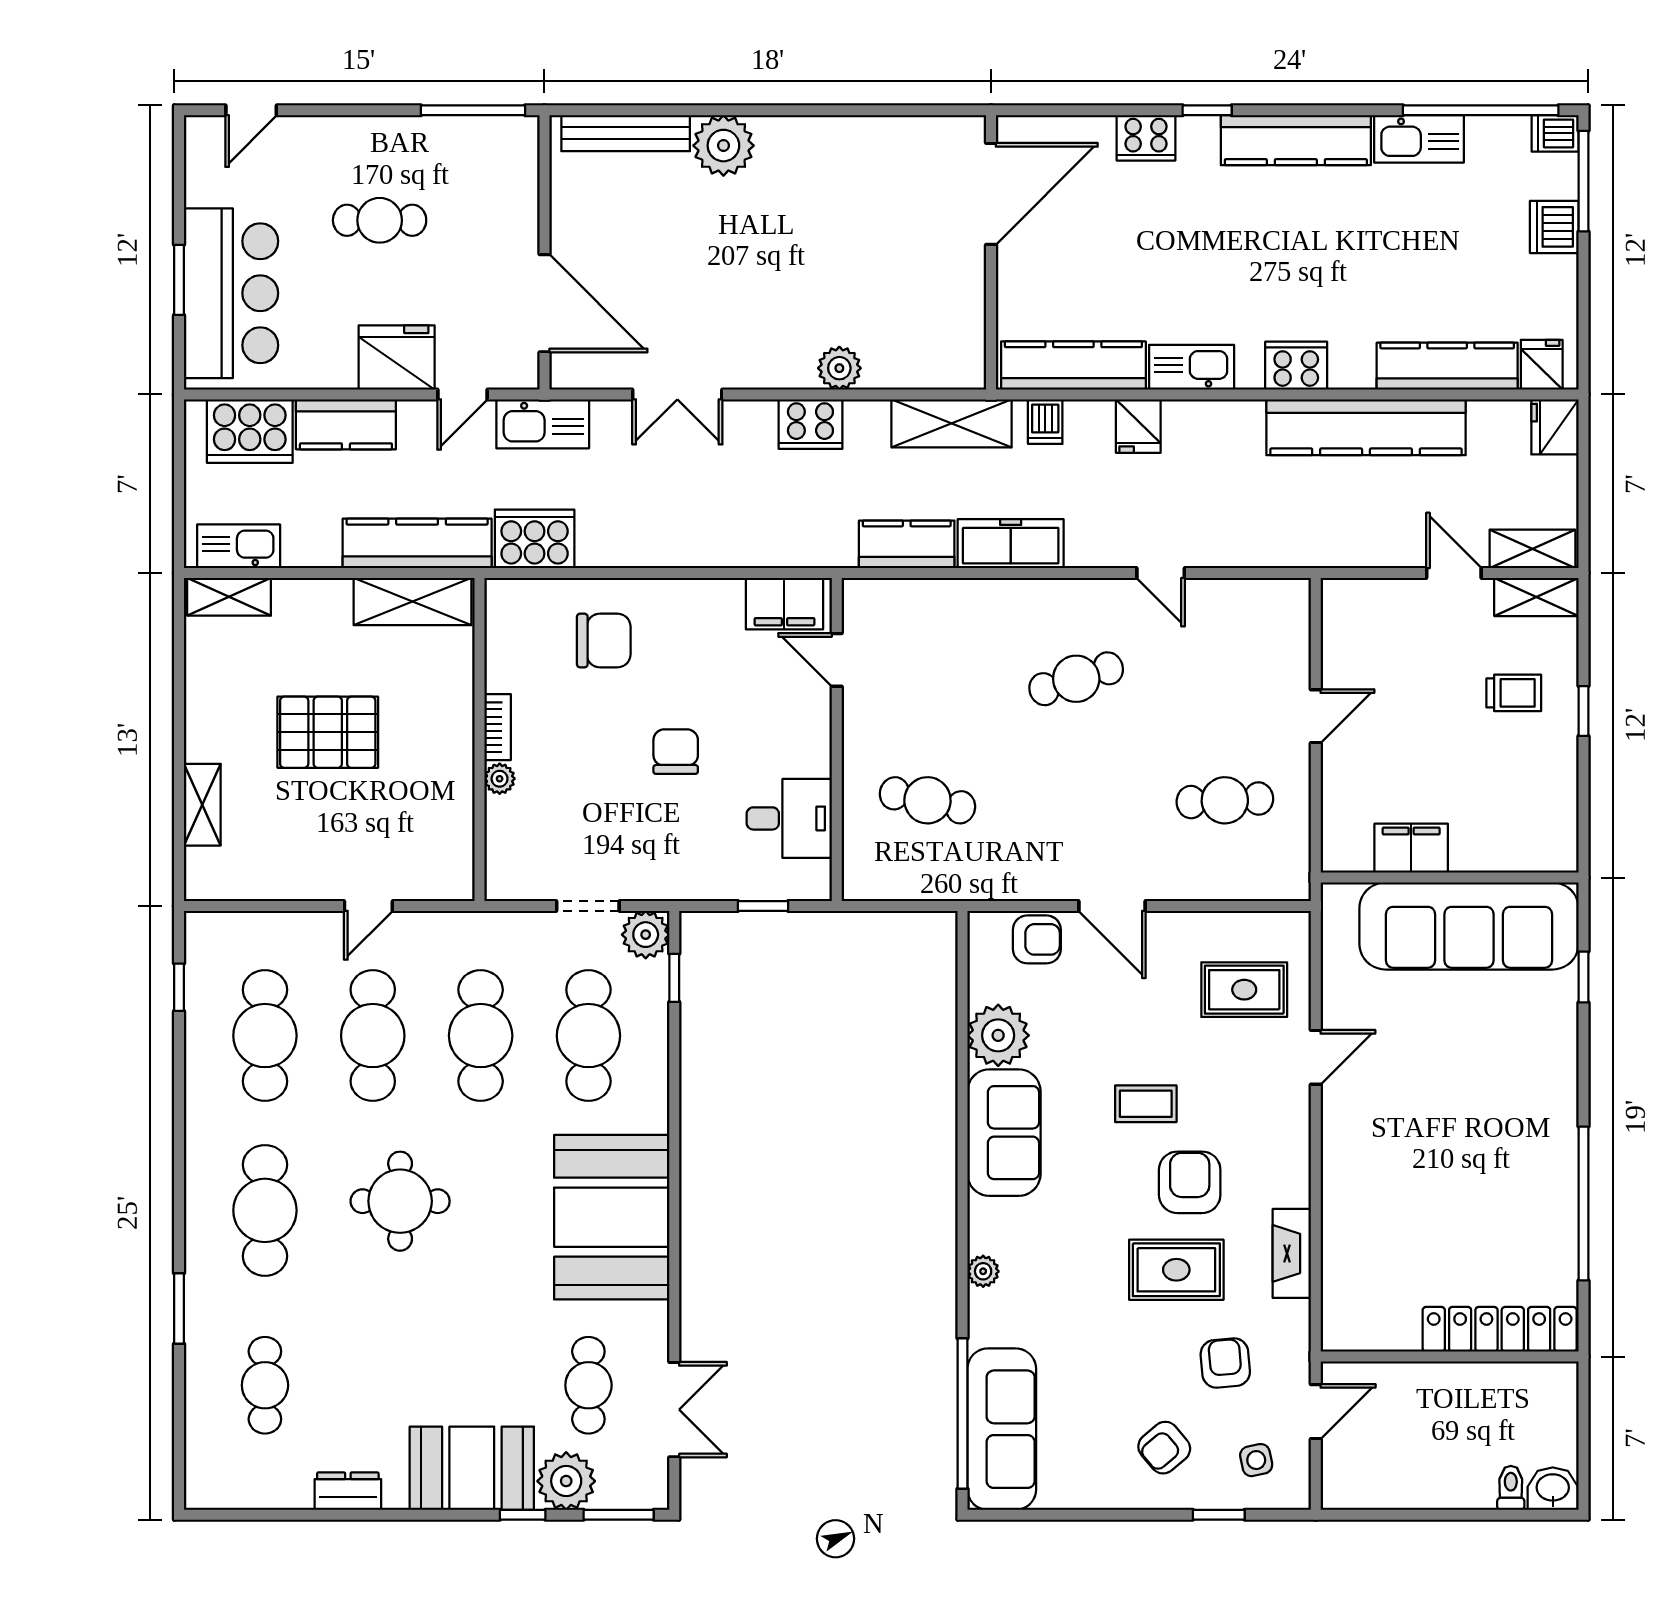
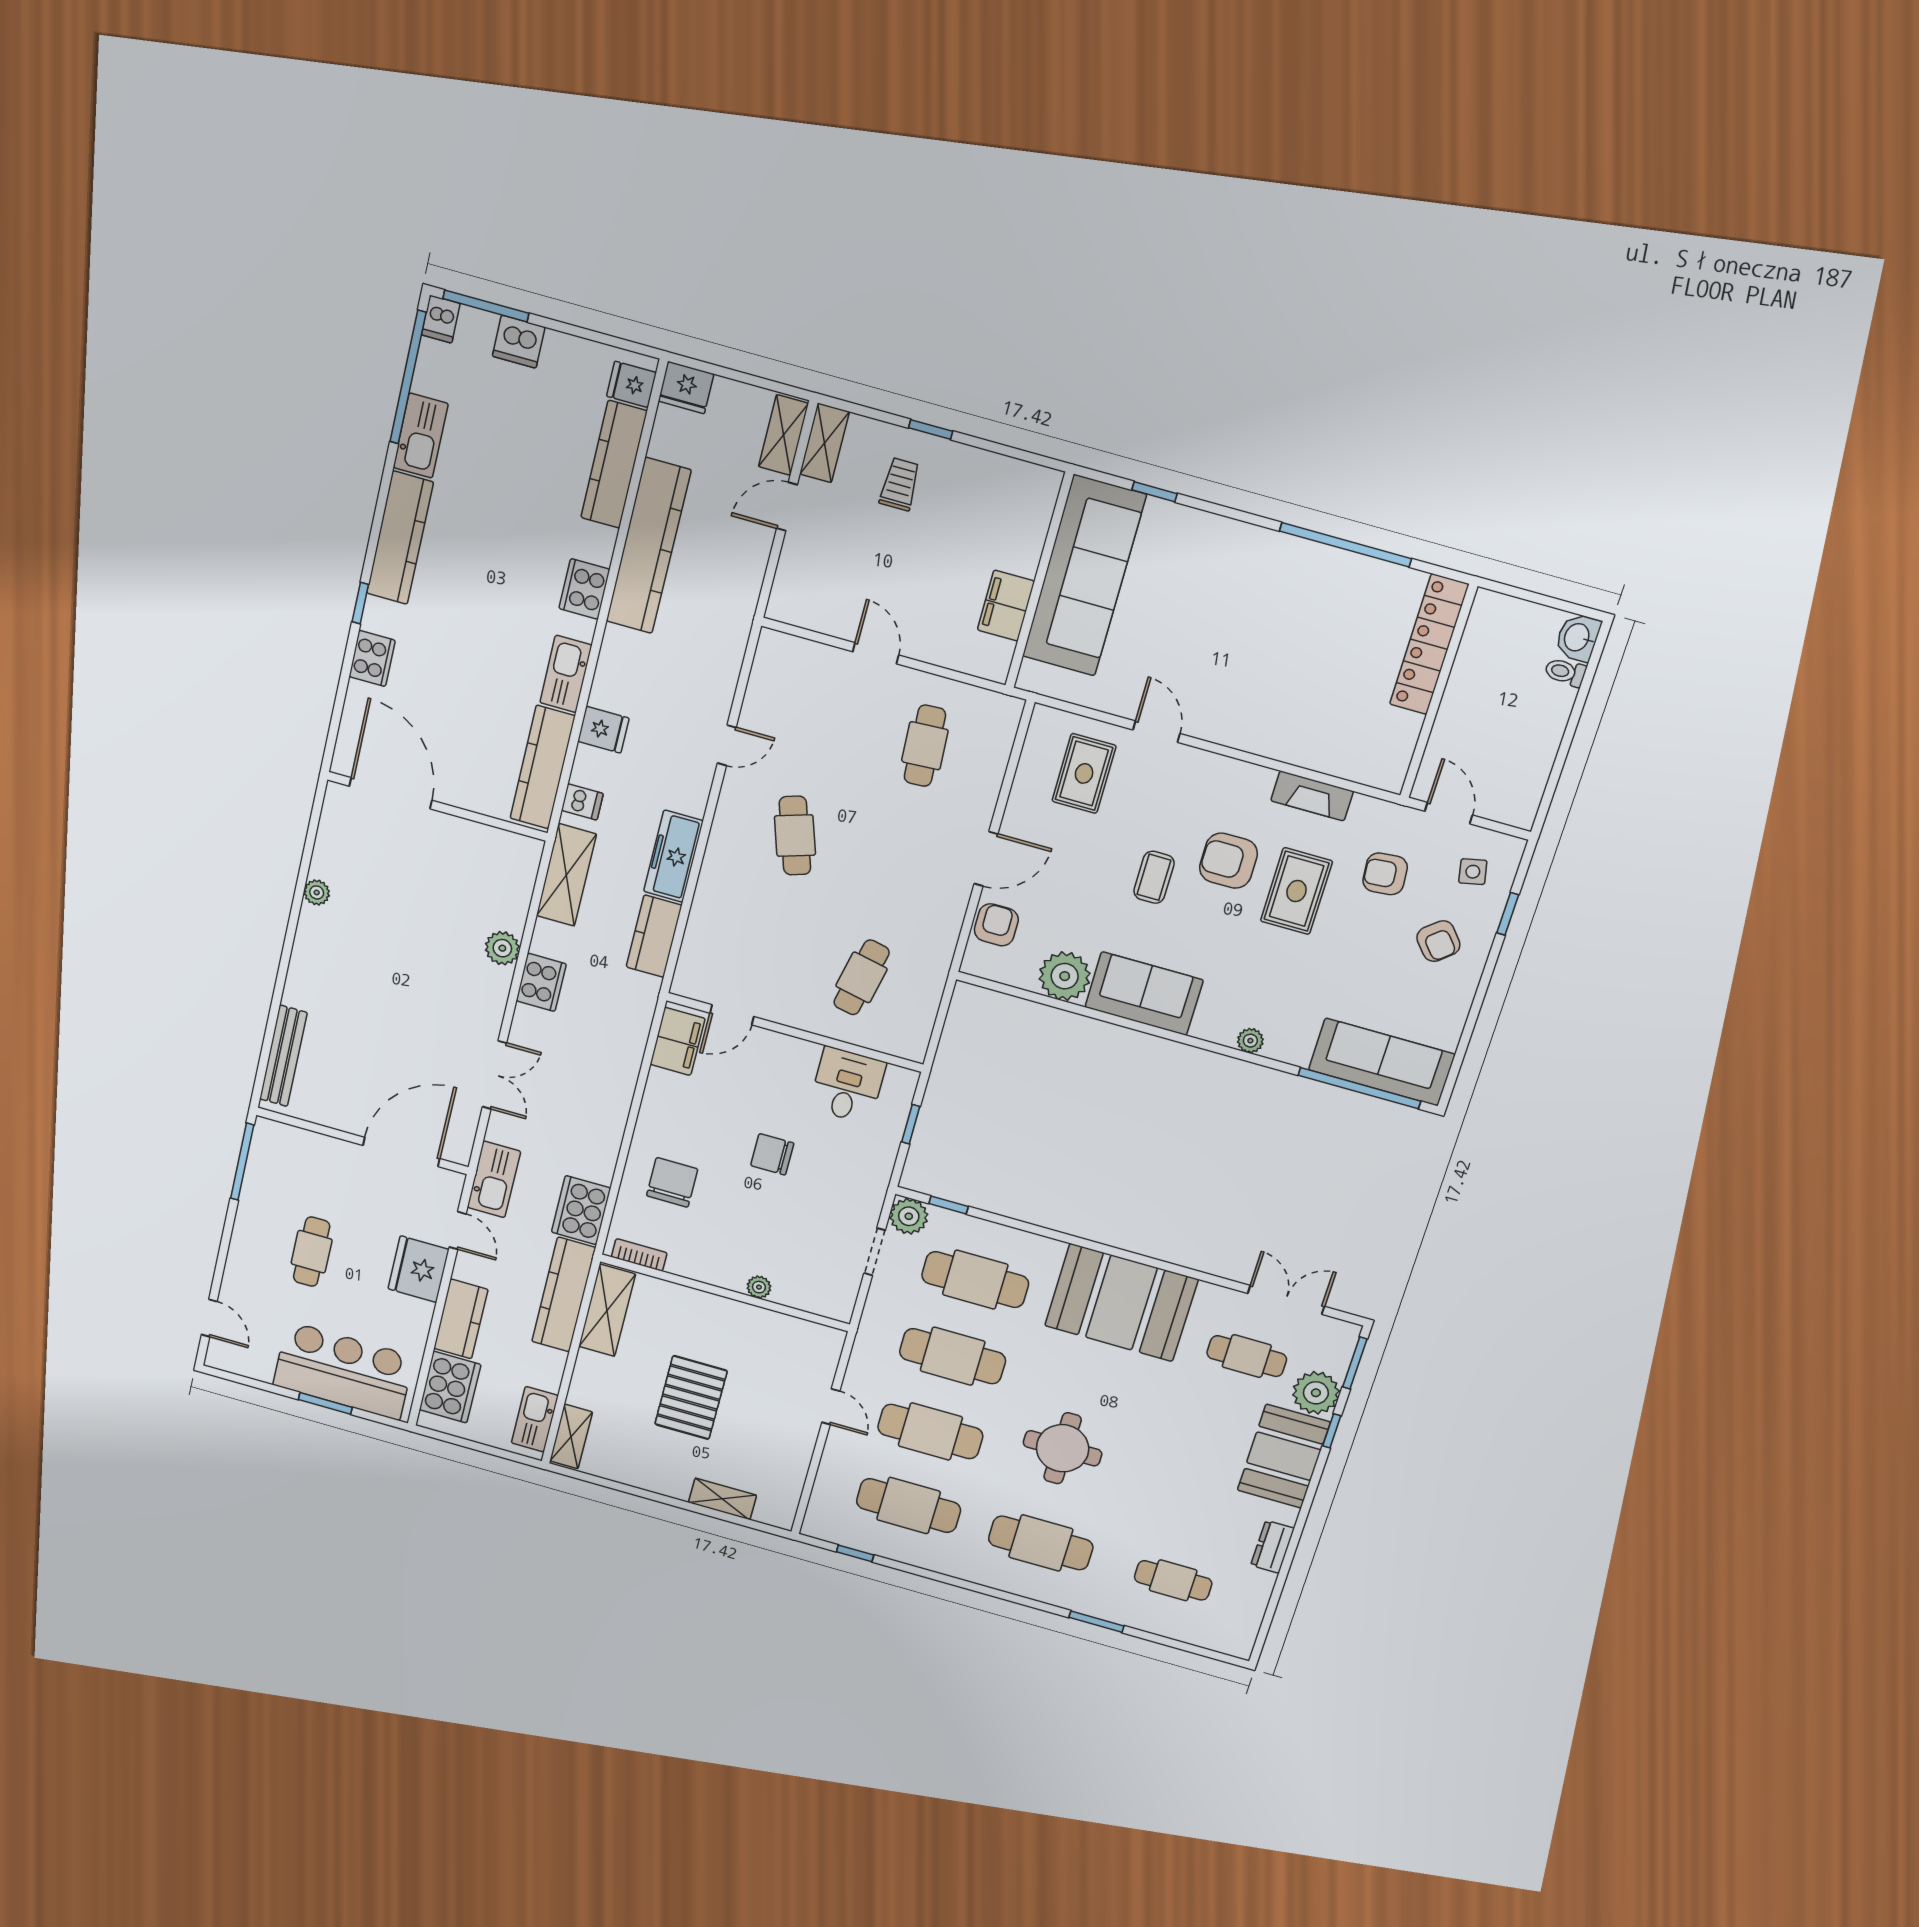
plant: (723, 146) -> (317, 892), moved, width x0.53, depth x0.53
bookcase: (498, 727) -> (639, 1255), moved

